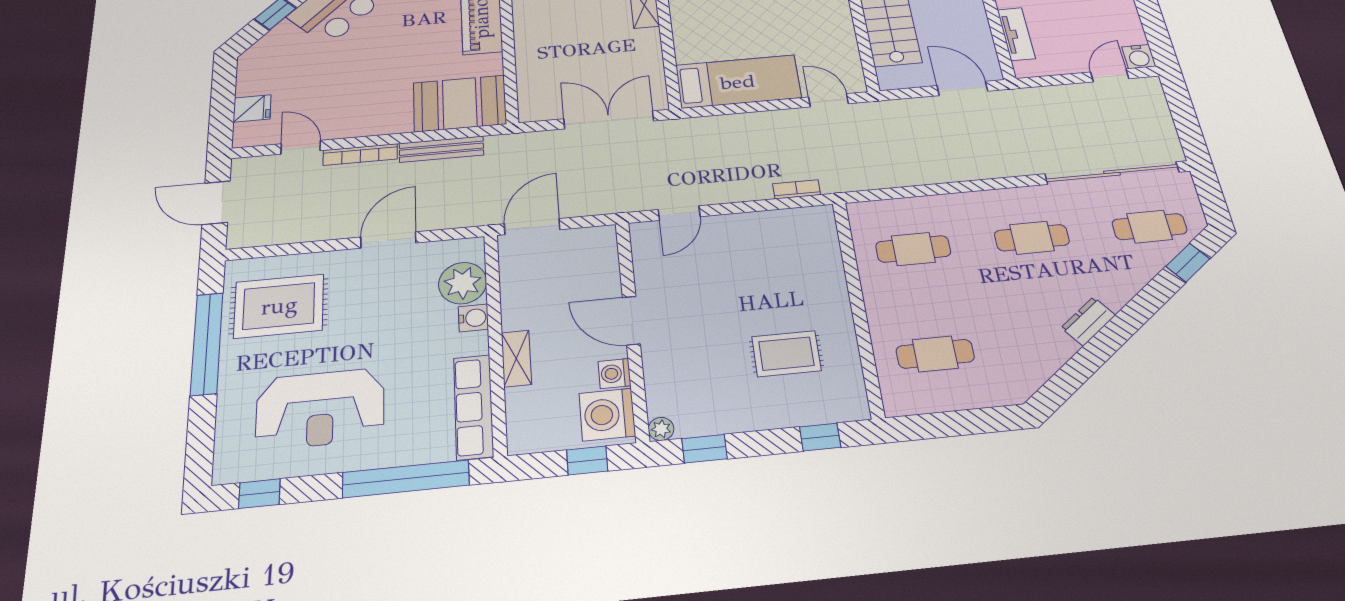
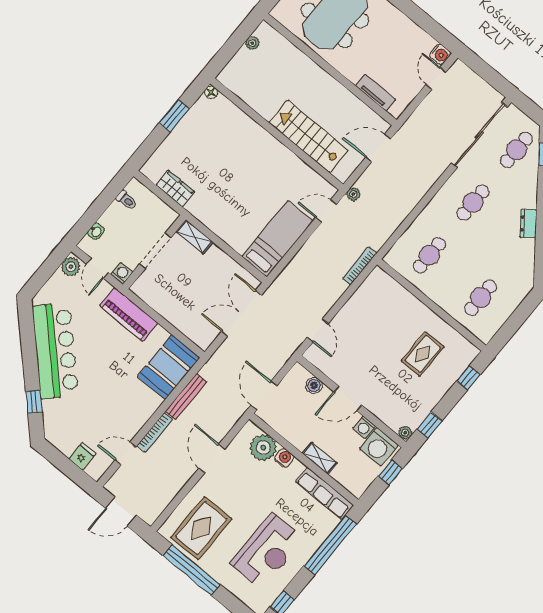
plant: (882, 110) -> (353, 194), added
bookcase: (797, 189) -> (360, 266), width x1.56
boiler: (606, 269) -> (314, 385), added

